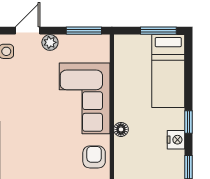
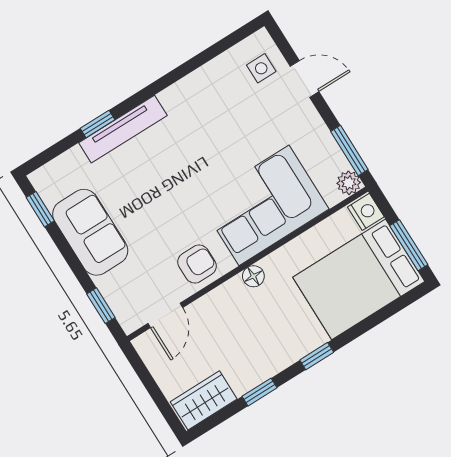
plant: (50, 42) -> (349, 183), moved
bed: (168, 71) -> (359, 279), width x1.50
nightstand: (176, 140) -> (366, 212), moved, turned -90

